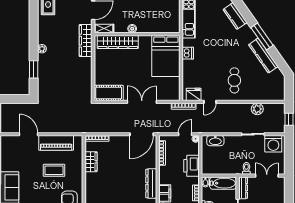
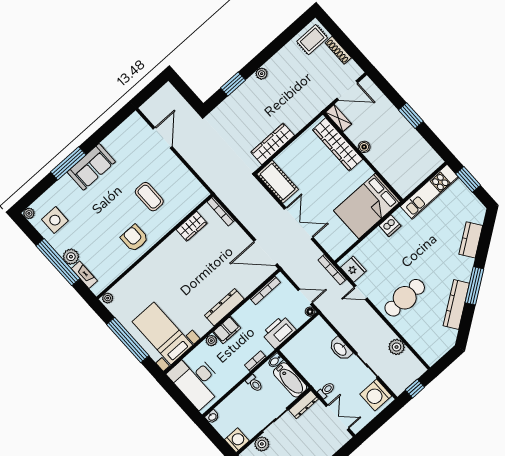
wardrobe: (86, 41) -> (273, 144), moved
cafe table: (234, 80) -> (405, 298), width x1.37, depth x1.35
washbasin: (215, 141) -> (340, 349), moved
piano: (56, 143) -> (179, 174), removed

